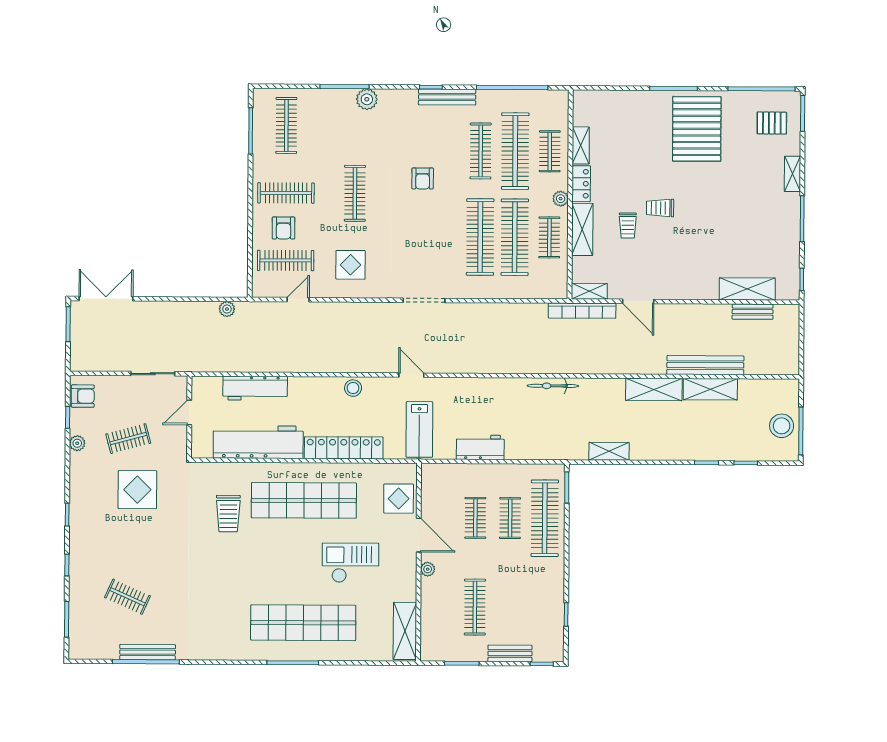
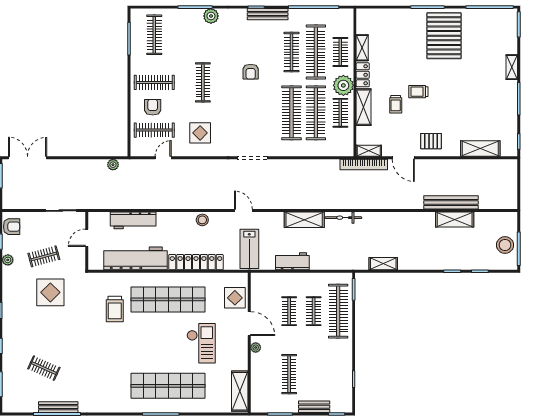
pallet: (772, 123) -> (431, 141), moved
plant: (561, 199) -> (343, 85), width x1.87, depth x1.87
armchair: (283, 228) -> (153, 107), turned 180
bench: (753, 312) -> (484, 164), removed
shelving: (654, 389) -> (304, 220), moved
checkout: (350, 563) -> (201, 343), turned 90

